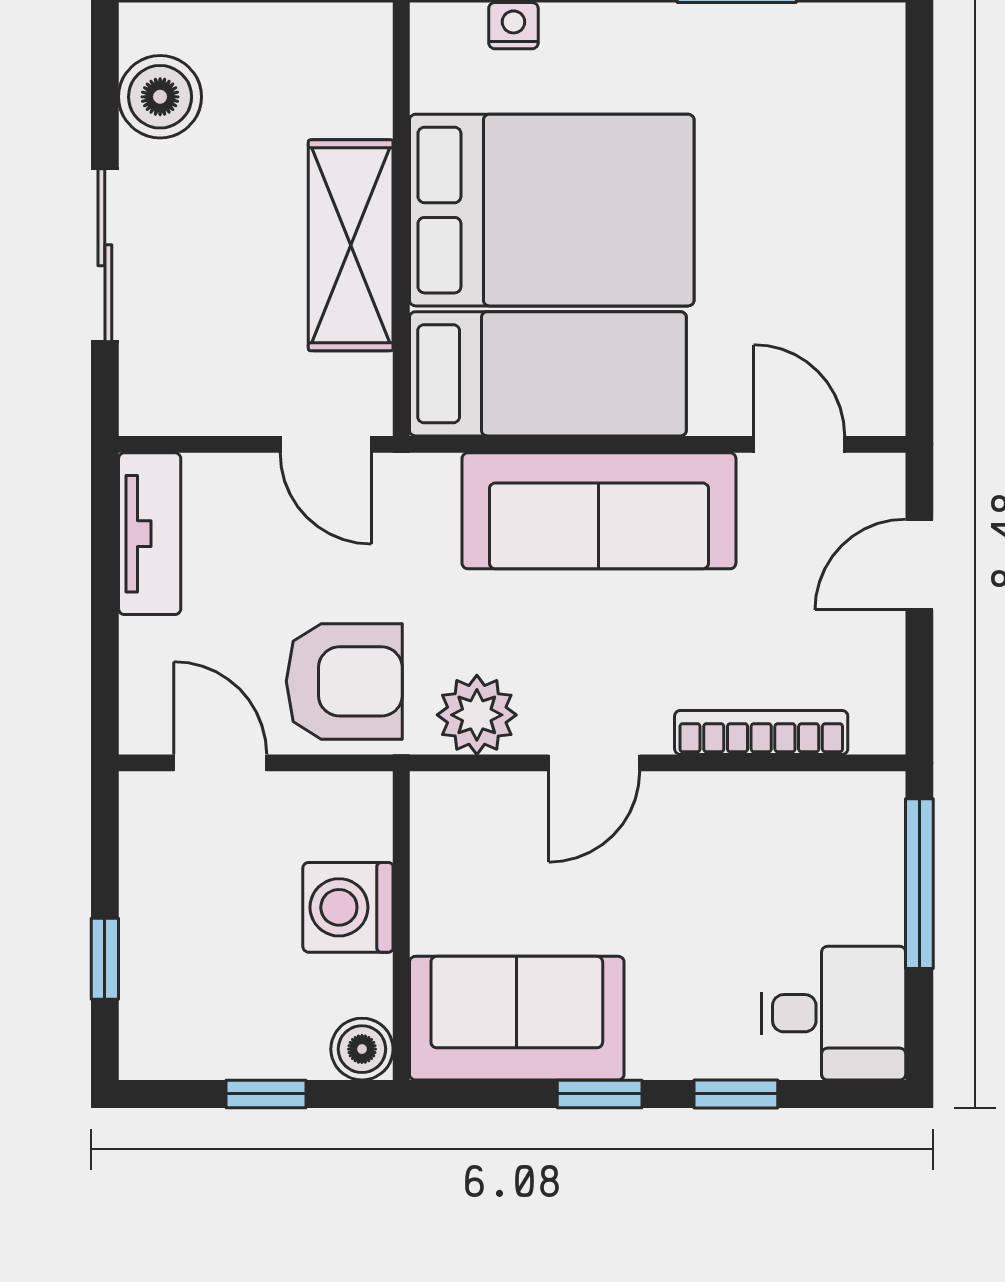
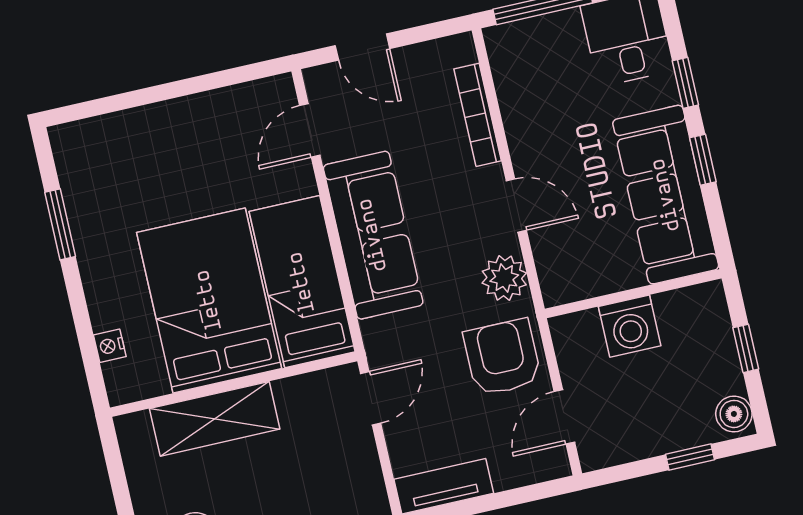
shelving: (351, 245) -> (215, 419), moved
sofa: (517, 1018) -> (666, 195), width x1.36
boiler: (362, 1049) -> (734, 414), moved

